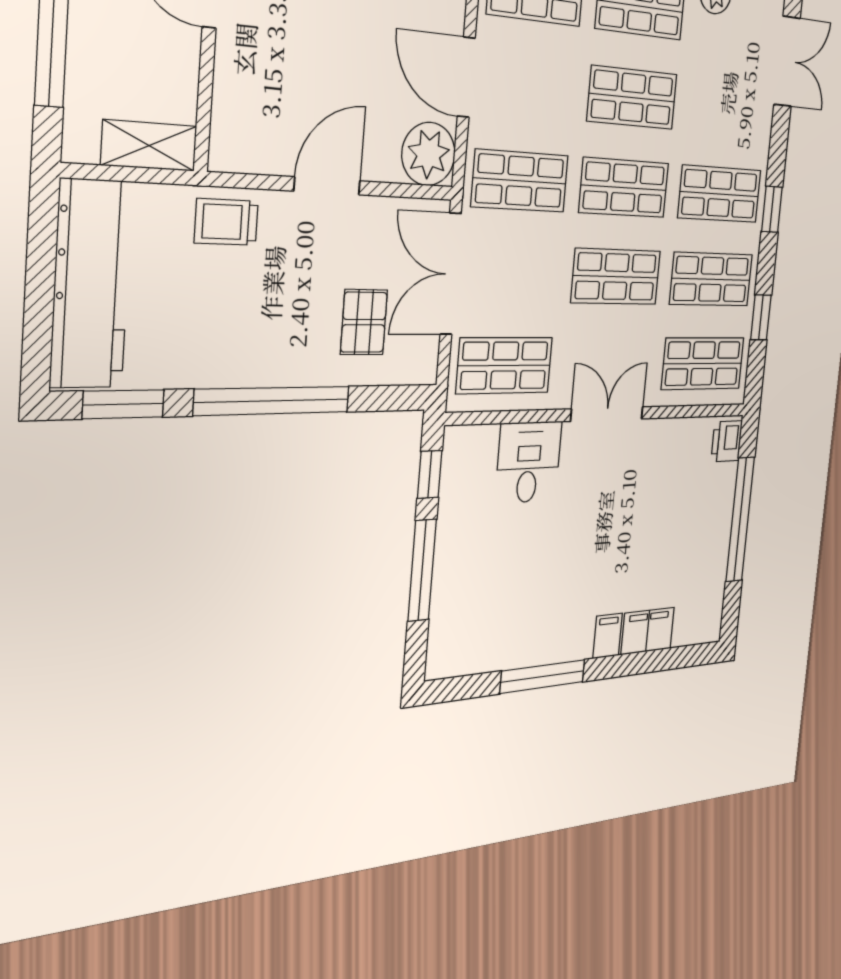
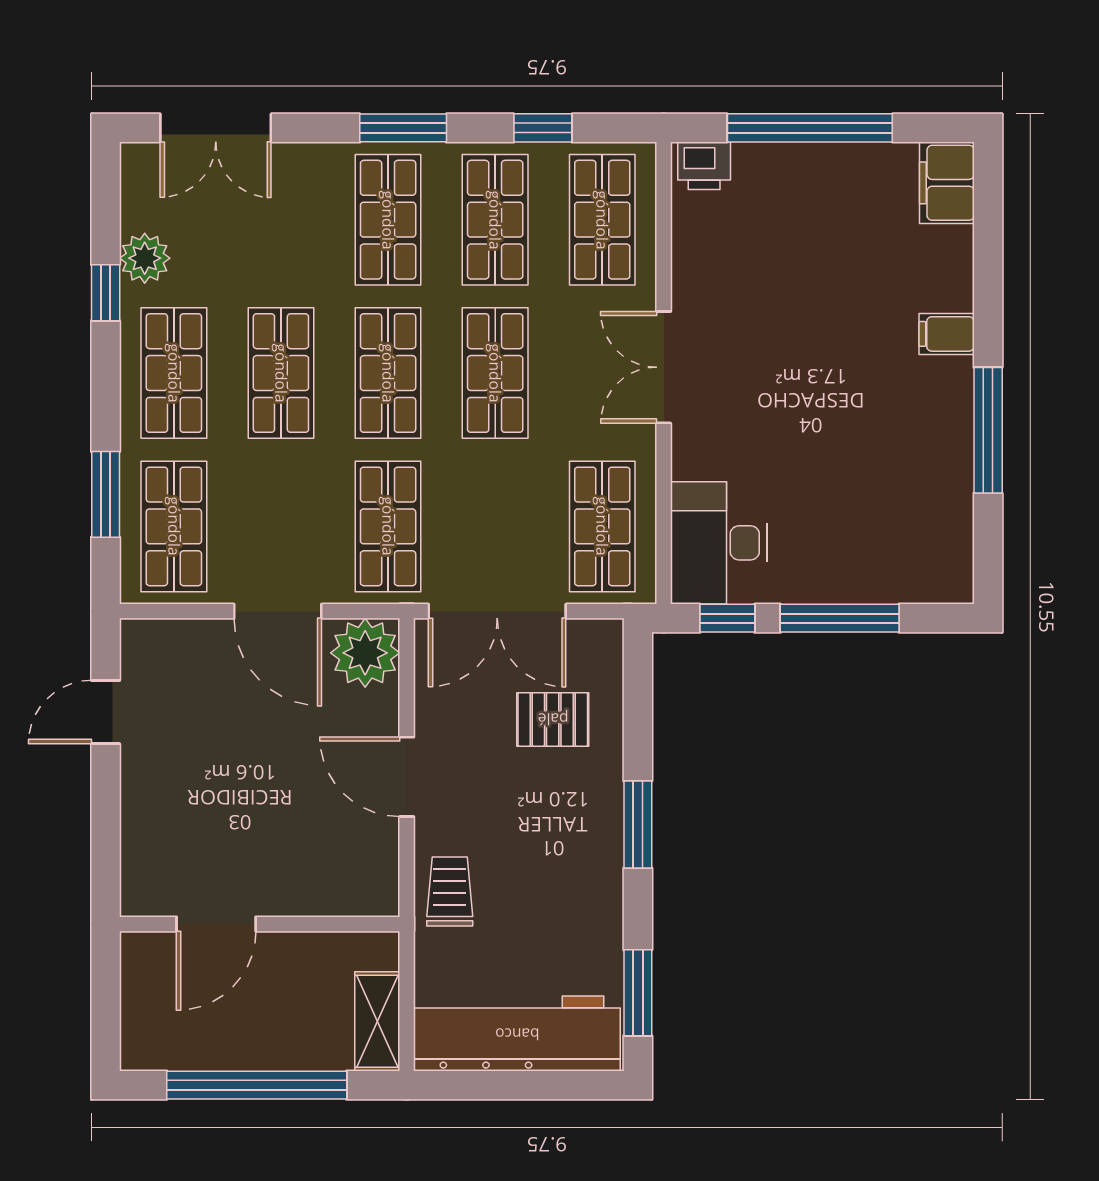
double door: (787, 61) -> (216, 128), swing flipped
door: (466, 77) -> (278, 611), hinge flipped
shelving: (149, 146) -> (377, 1021), moved
window: (772, 209) -> (403, 128), width x1.50
trolley: (226, 222) -> (450, 892), turned 180
window: (273, 401) -> (638, 825), width x0.47
desk: (528, 462) -> (719, 543), moved, width x1.37
filing cabinet: (648, 631) -> (947, 183), moved

